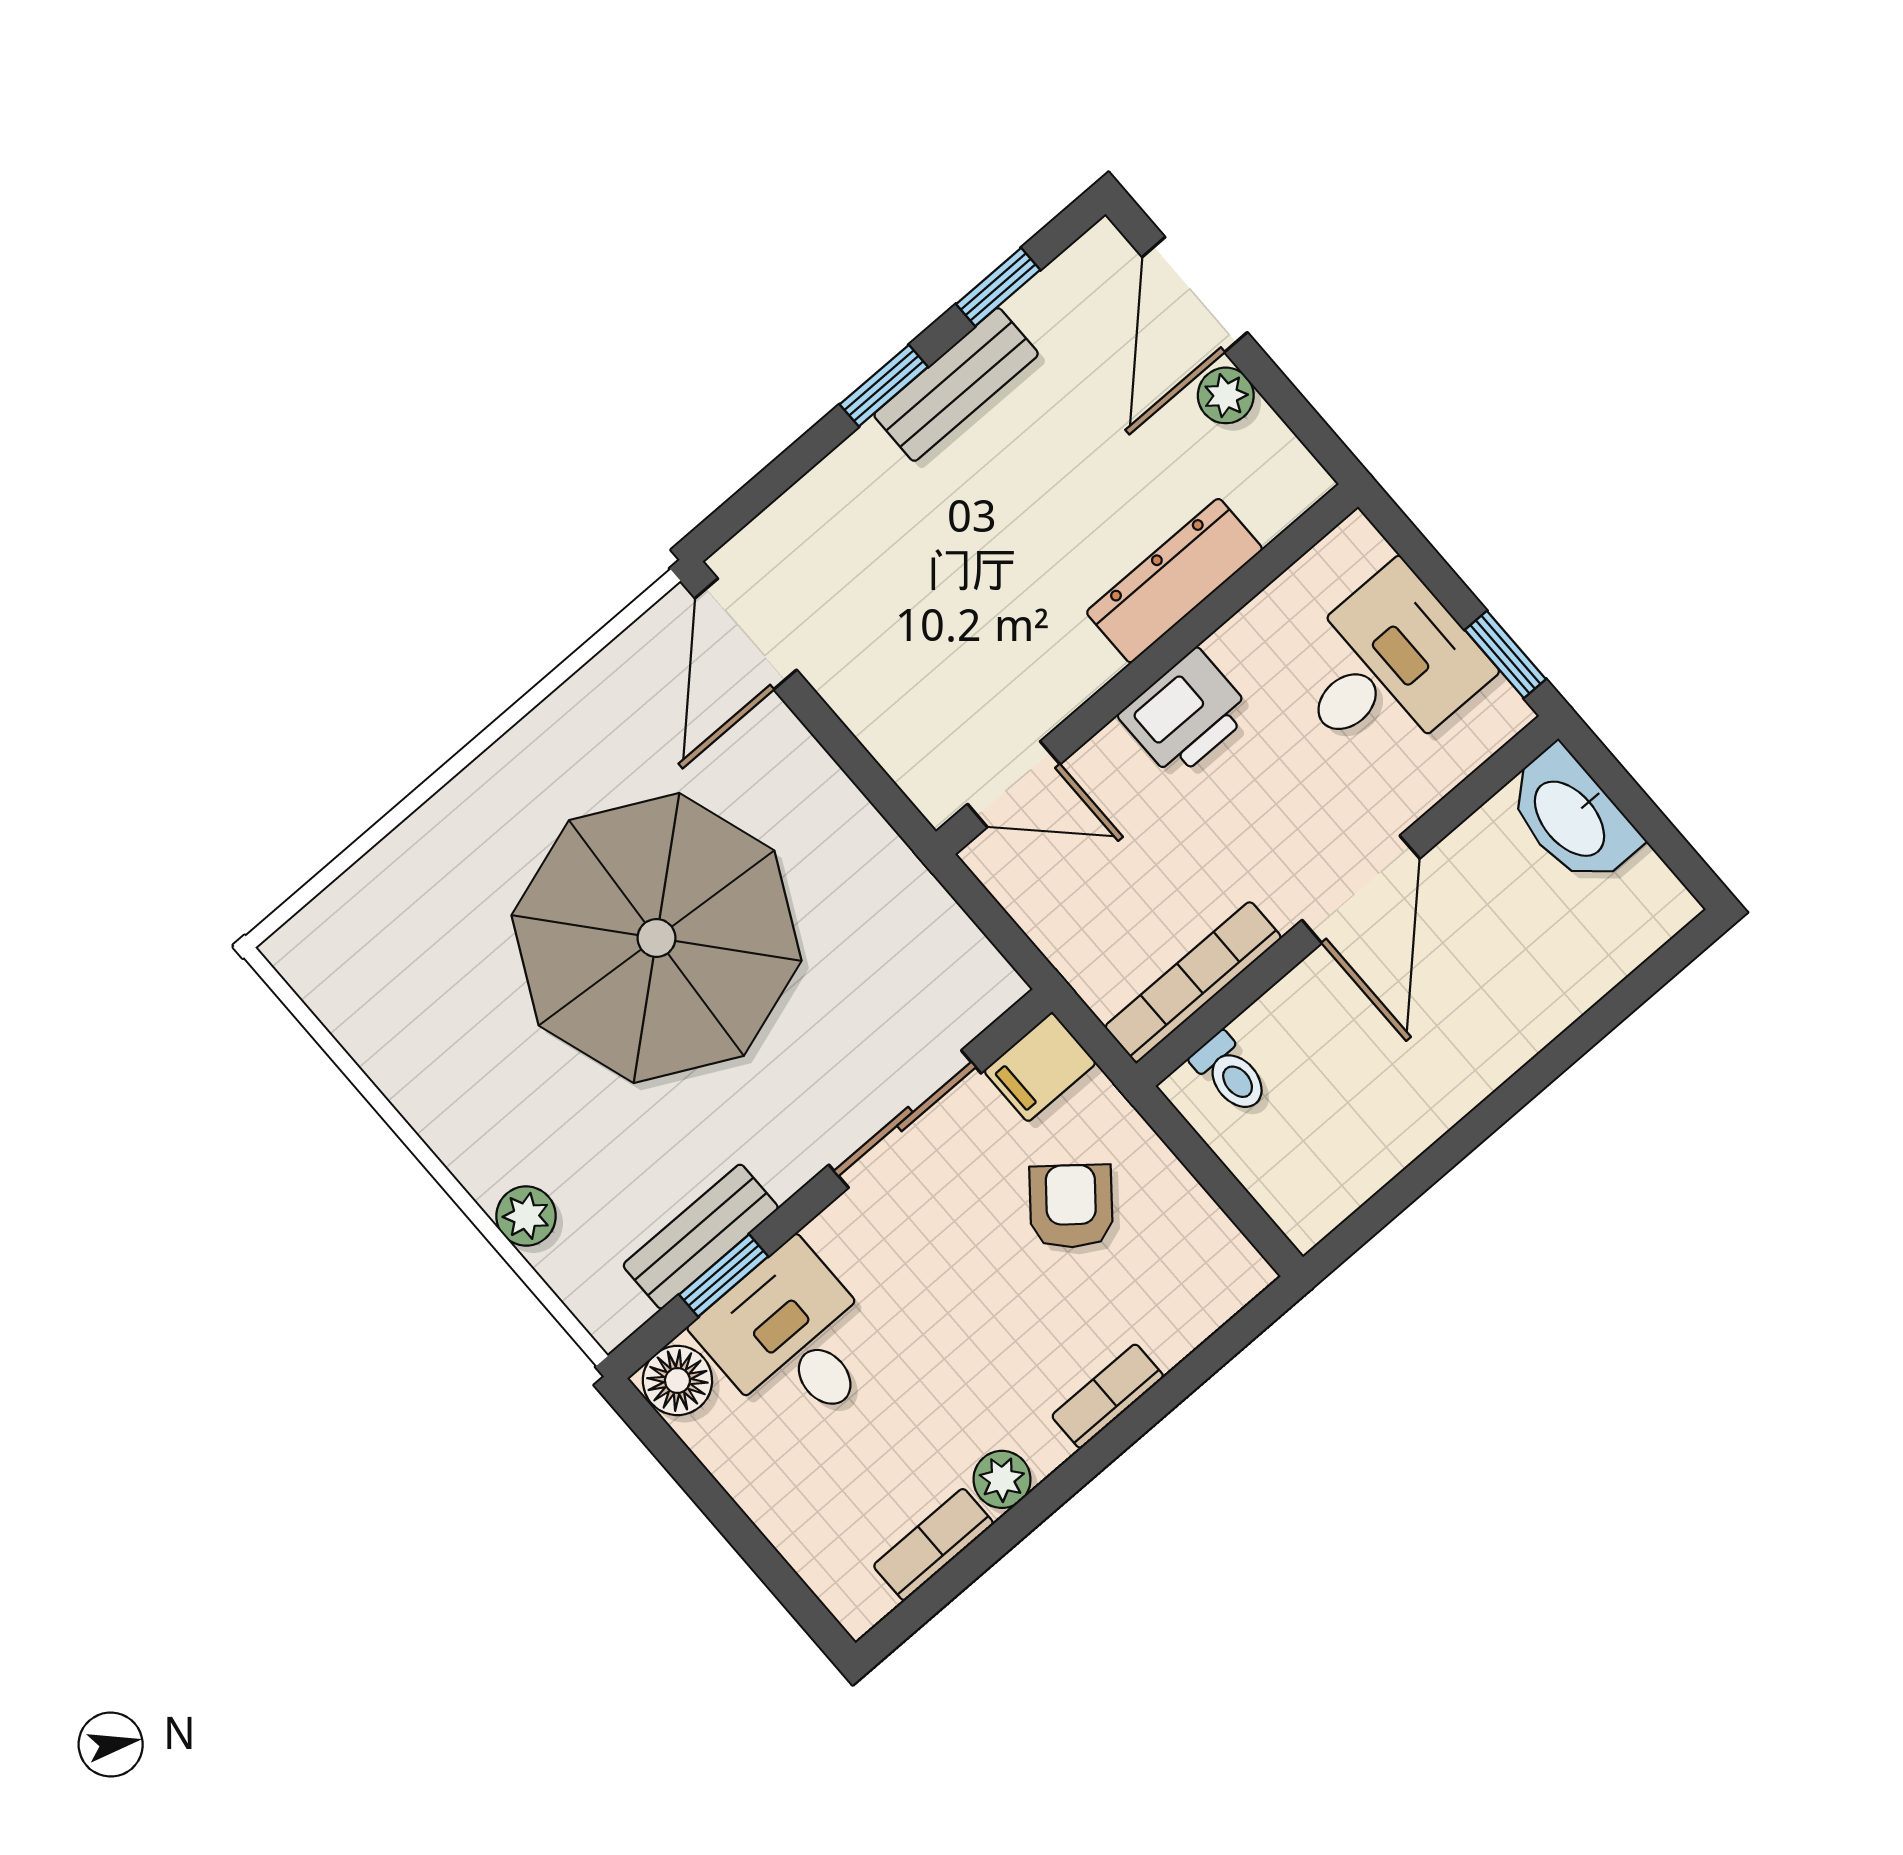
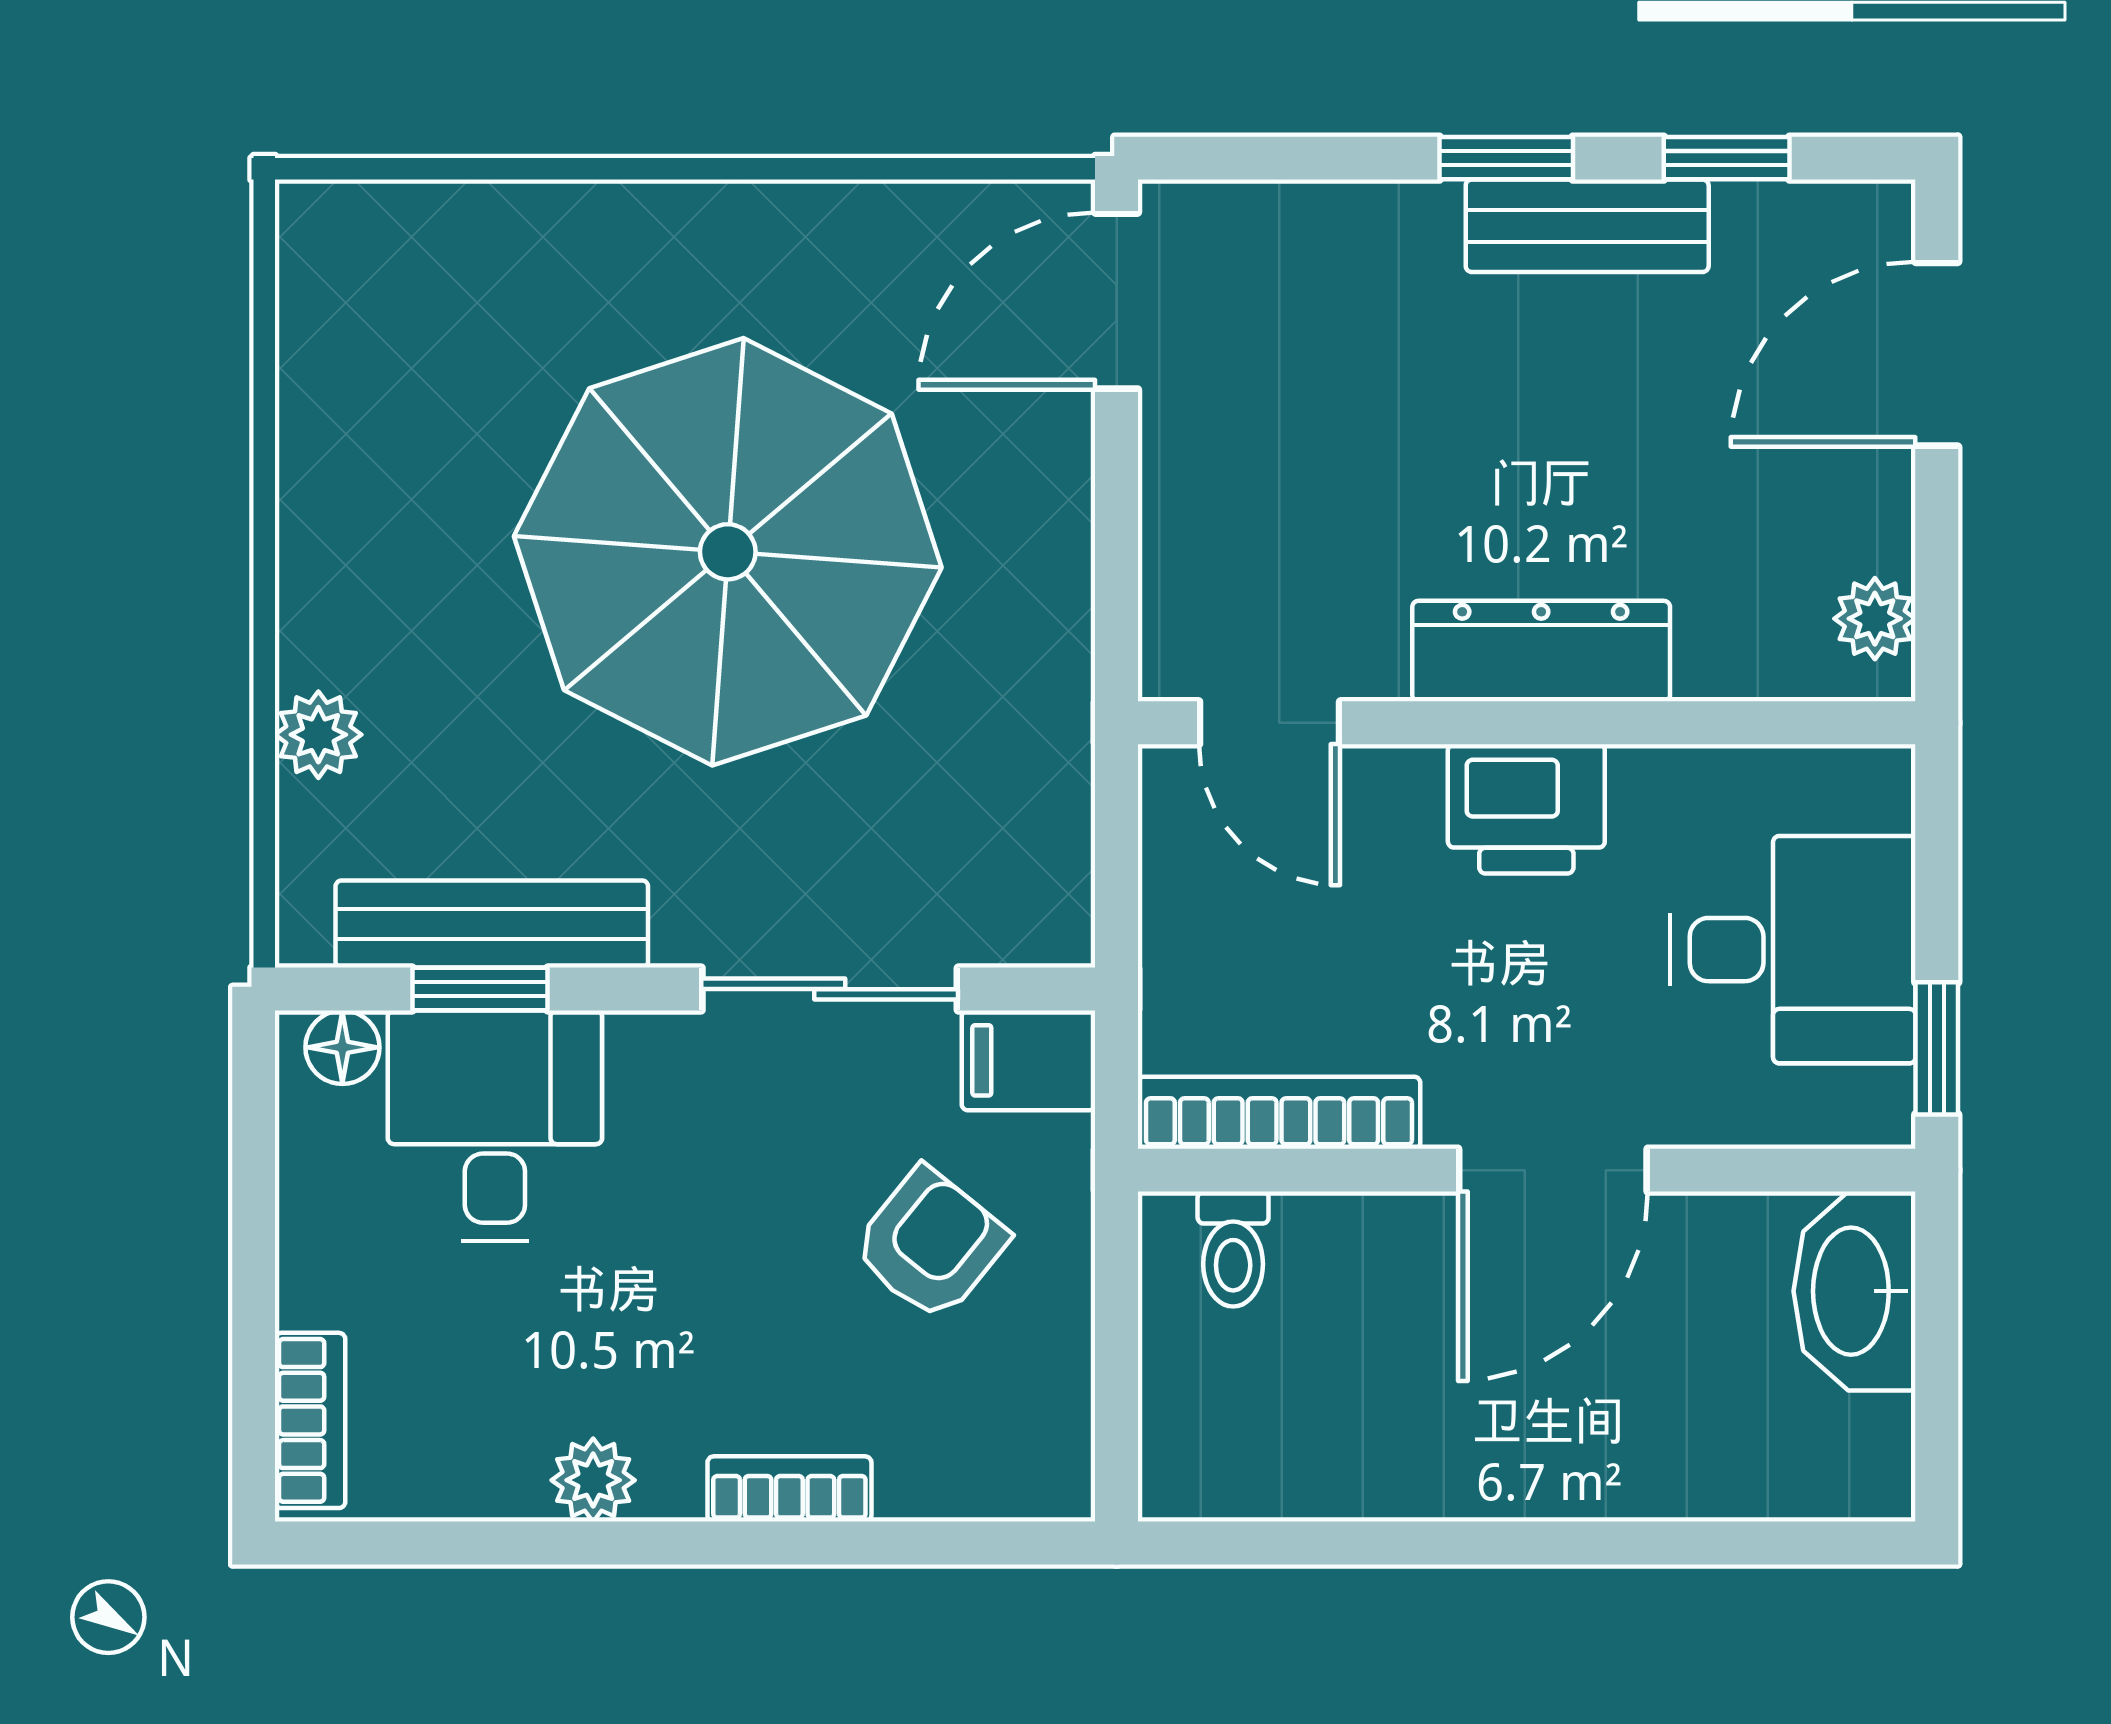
plant: (1226, 395) -> (1875, 619), moved
dresser: (1174, 581) -> (1541, 651), moved
bench: (701, 1237) -> (492, 924), width x1.36
floor lamp: (677, 1380) -> (342, 1047), width x0.73, depth x0.73
bookcase: (933, 1544) -> (310, 1420), moved, turned 90

